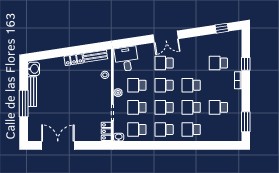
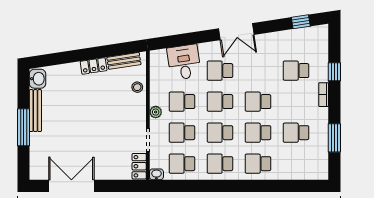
double door: (166, 37) -> (236, 32), moved
desk: (127, 59) -> (184, 62), moved
window: (246, 122) -> (334, 138), moved

